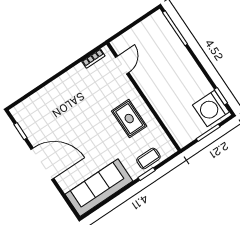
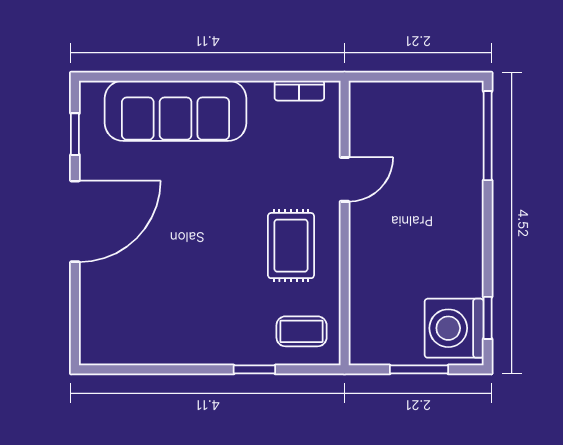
door: (122, 65) -> (345, 179), moved
coffee table: (148, 158) -> (302, 331), moved
door: (42, 164) -> (75, 221), hinge flipped
sofa: (99, 188) -> (176, 111), moved, turned 180

